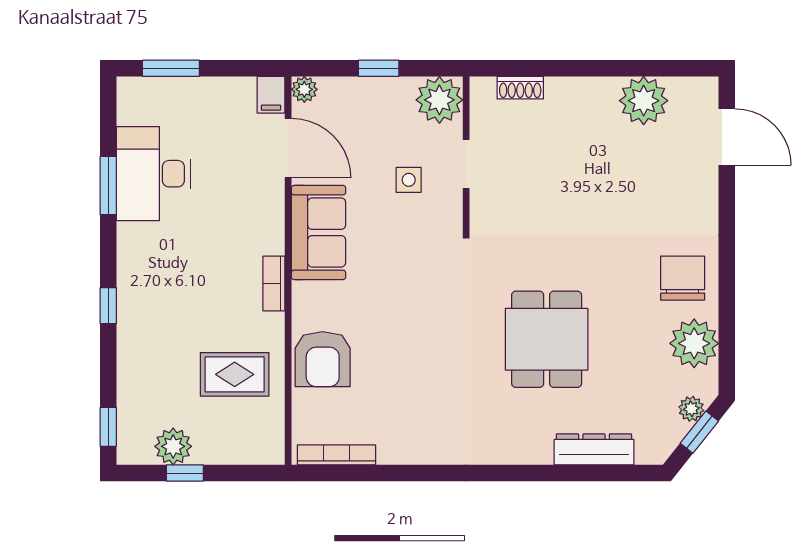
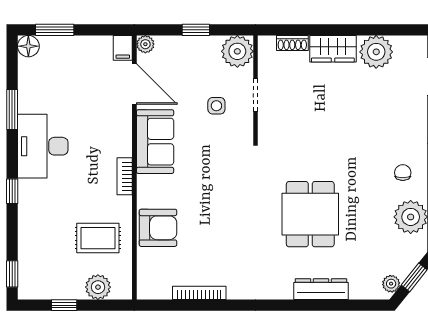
floor lamp: (132, 92) -> (28, 46), added
wardrobe: (580, 96) -> (333, 49), added
desk: (153, 174) -> (43, 146), moved
chair: (683, 278) -> (403, 173), width x0.54, depth x0.54
armchair: (323, 359) -> (158, 228), turned -90
plant: (691, 409) -> (391, 284), moved
plant: (173, 446) -> (98, 287), moved
dresser: (594, 449) -> (321, 289), moved
bookcase: (336, 455) -> (199, 293), moved

